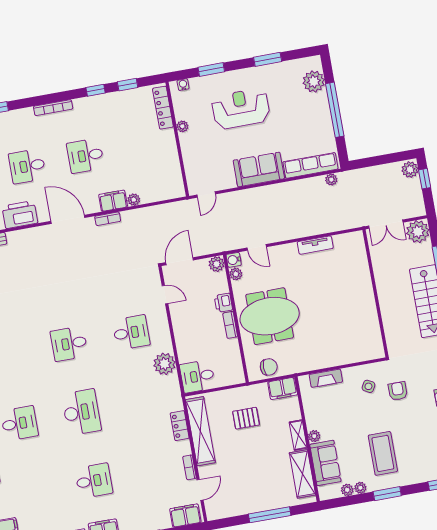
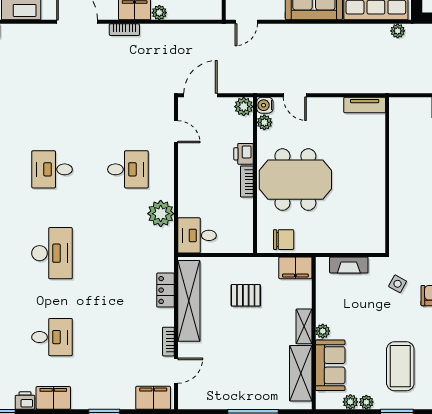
wall: (376, 293) -> (387, 175), moved

